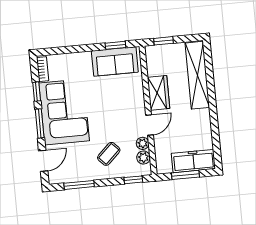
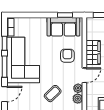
armchair: (124, 100) -> (67, 56), added

